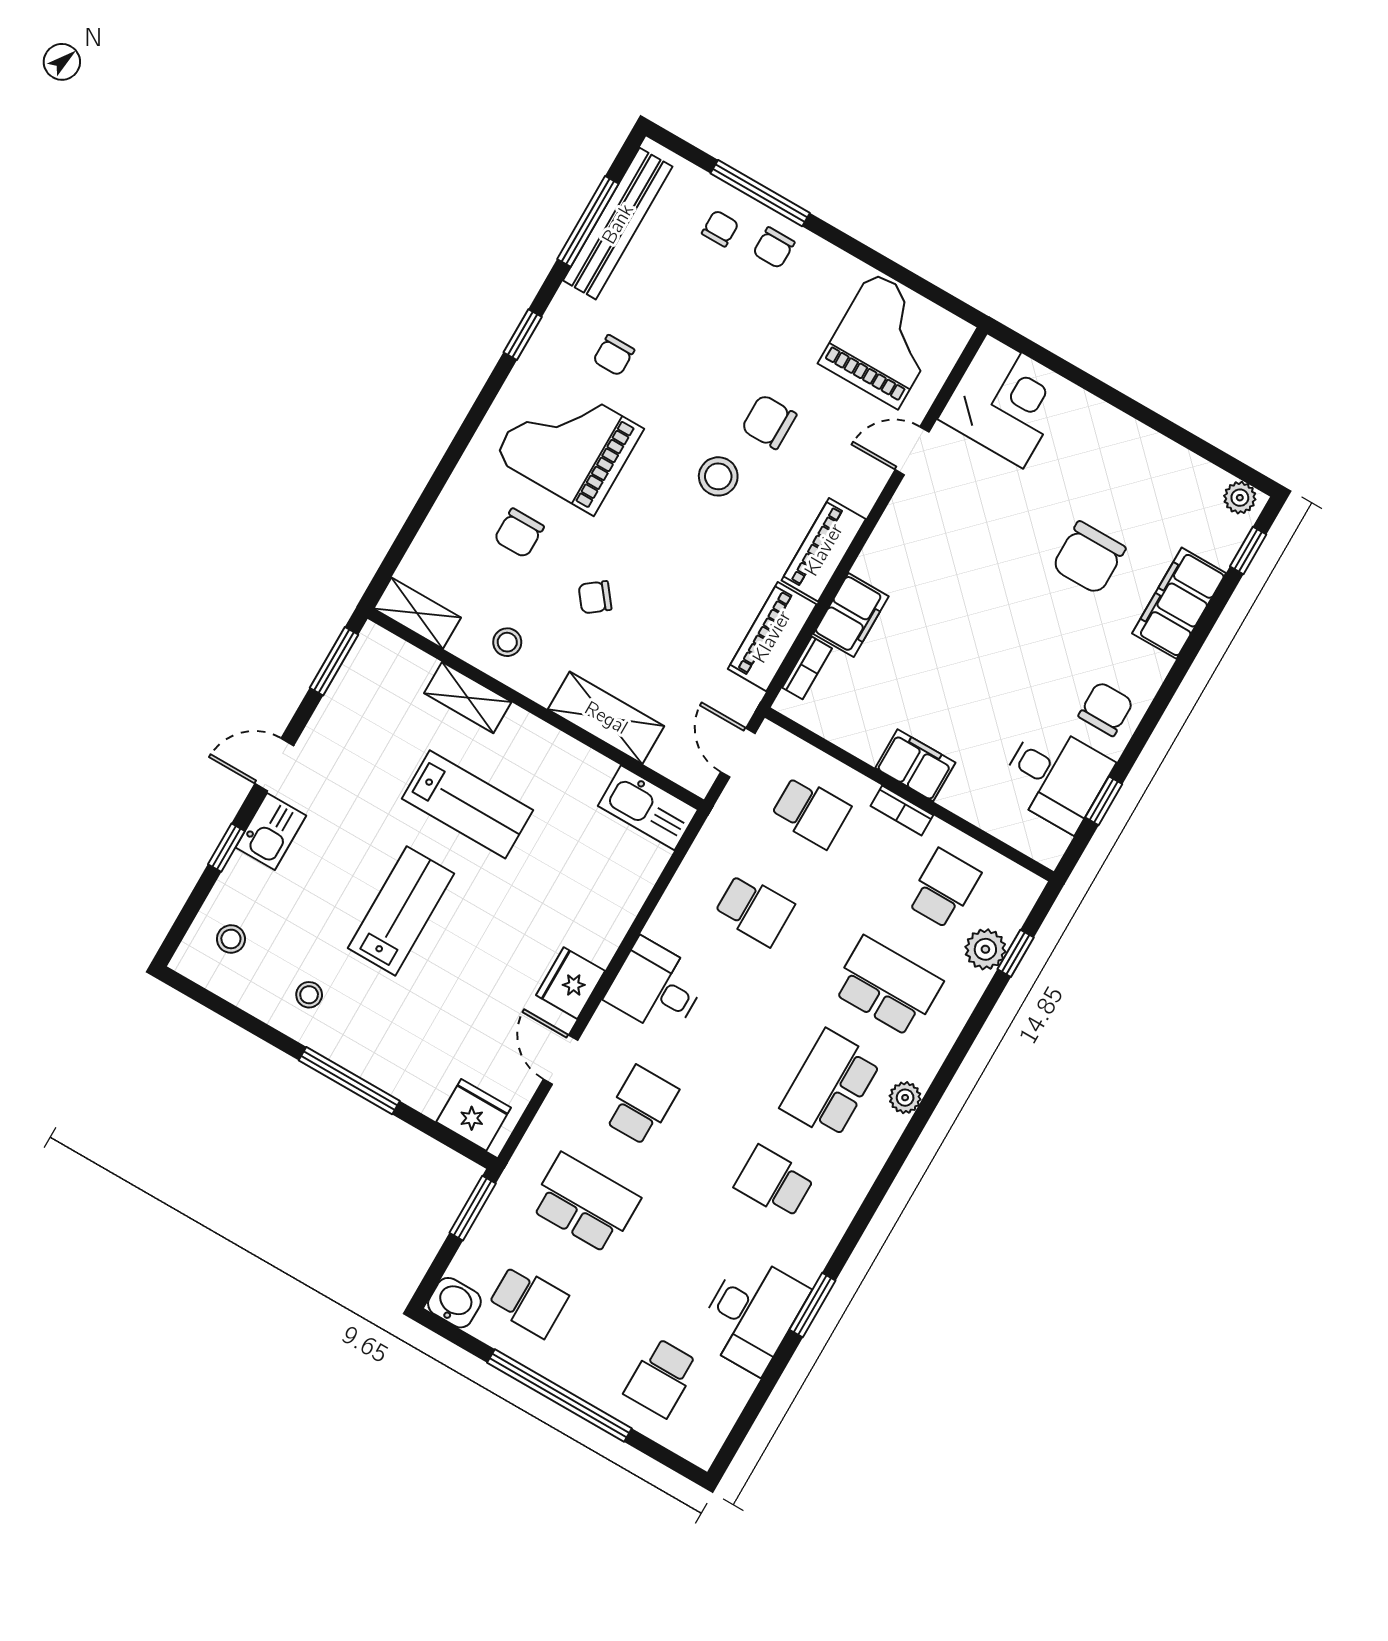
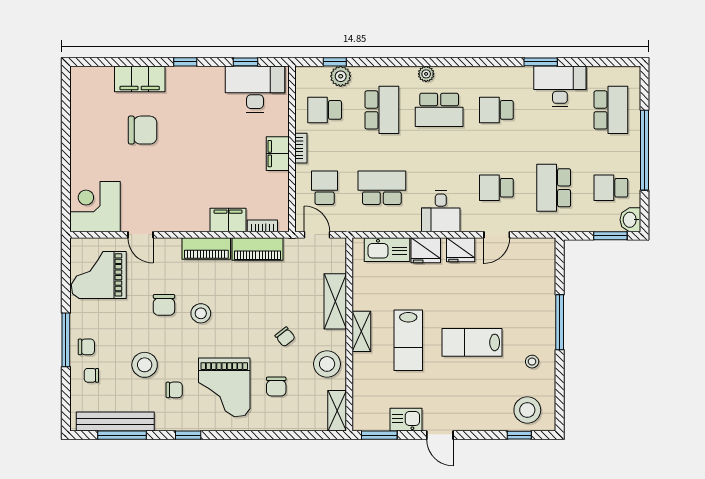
window: (760, 193) -> (66, 340), moved
stool: (686, 330) -> (145, 365), added
plant: (1240, 498) -> (78, 79), removed
chair: (519, 533) -> (276, 386), turned 90
window: (1248, 550) -> (185, 62), moved
stool: (507, 642) -> (327, 364), width x1.89, depth x1.89
shelving: (468, 698) -> (361, 331), moved
chair: (1106, 709) -> (205, 84), removed
door: (738, 753) -> (317, 235), swing flipped
desk: (1056, 777) -> (255, 89), width x1.37
lab bench: (468, 804) -> (408, 340), turned 180
kitchen sink: (648, 808) -> (387, 250), moved, turned 90
kitchen sink: (271, 832) -> (406, 420), moved
window: (226, 848) -> (519, 435), moved
school desk: (754, 910) -> (382, 188), width x1.85
stool: (231, 939) -> (527, 410), width x1.89, depth x1.89
school desk: (887, 986) -> (382, 110), turned 180
fridge: (474, 1115) -> (426, 250), moved, turned -90
school desk: (774, 1182) -> (496, 110), turned 90
window: (473, 1208) -> (610, 236), moved
school desk: (528, 1301) -> (611, 188), turned -90
school desk: (661, 1378) -> (611, 110), width x1.85

